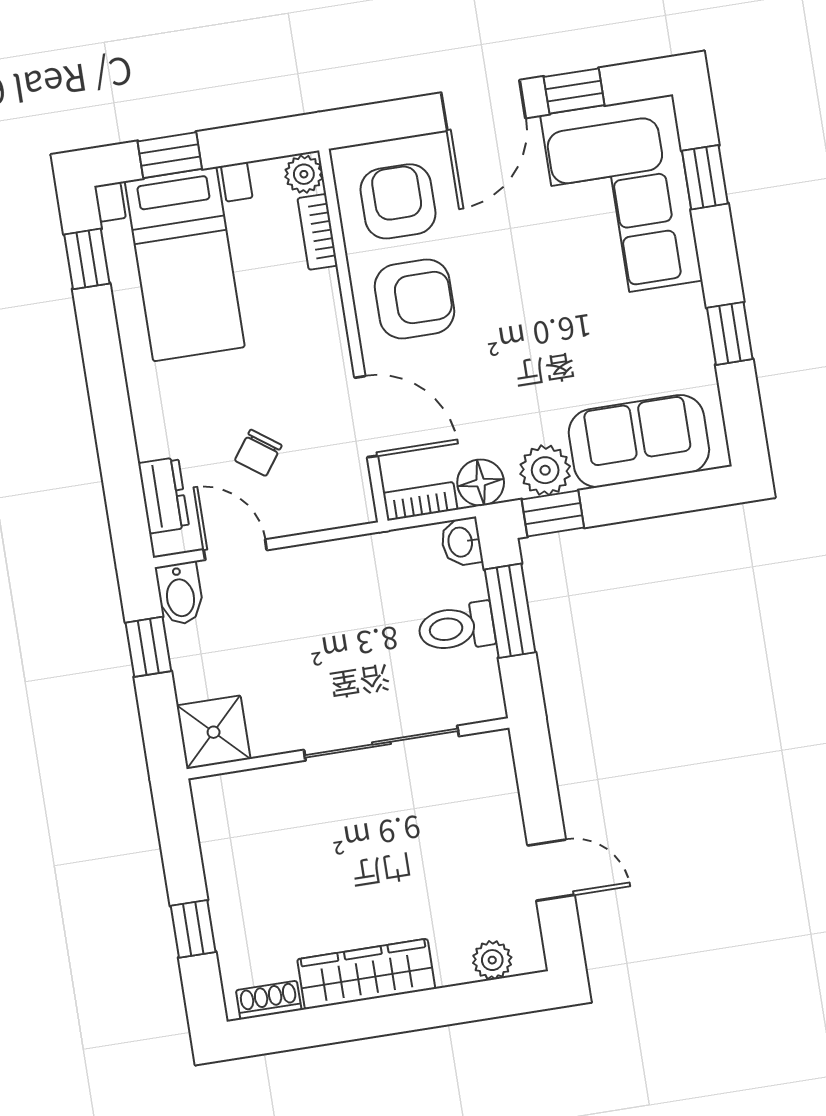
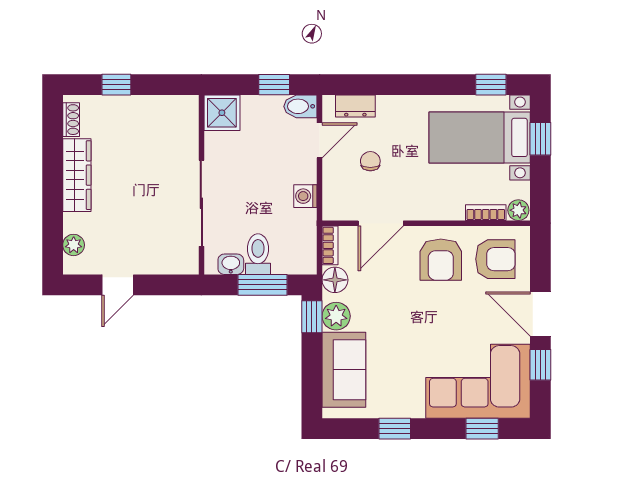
chair: (258, 453) -> (370, 161), turned 54
washbasin: (461, 542) -> (231, 264), moved
washing machine: (339, 559) -> (305, 196), added

